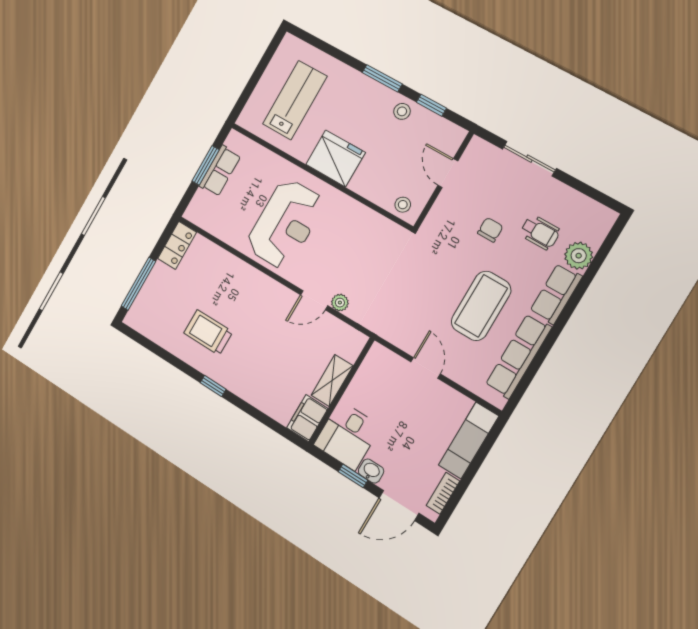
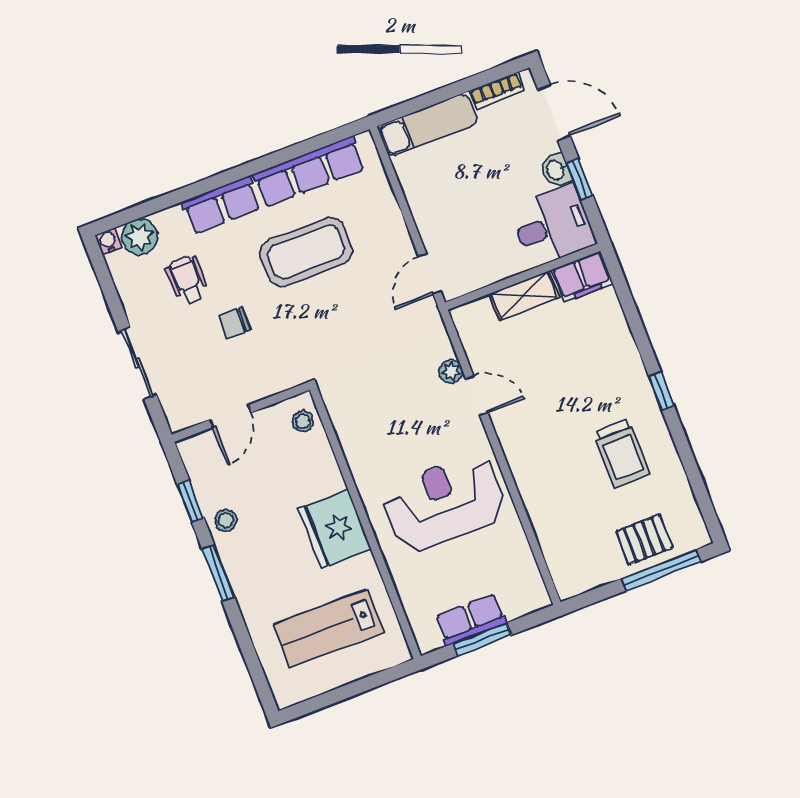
water cooler: (608, 217) -> (108, 241), added
locker: (177, 245) -> (583, 577), removed
plant: (579, 256) -> (140, 237), moved
pallet: (160, 294) -> (644, 540), added
door: (426, 368) -> (430, 274), moved

